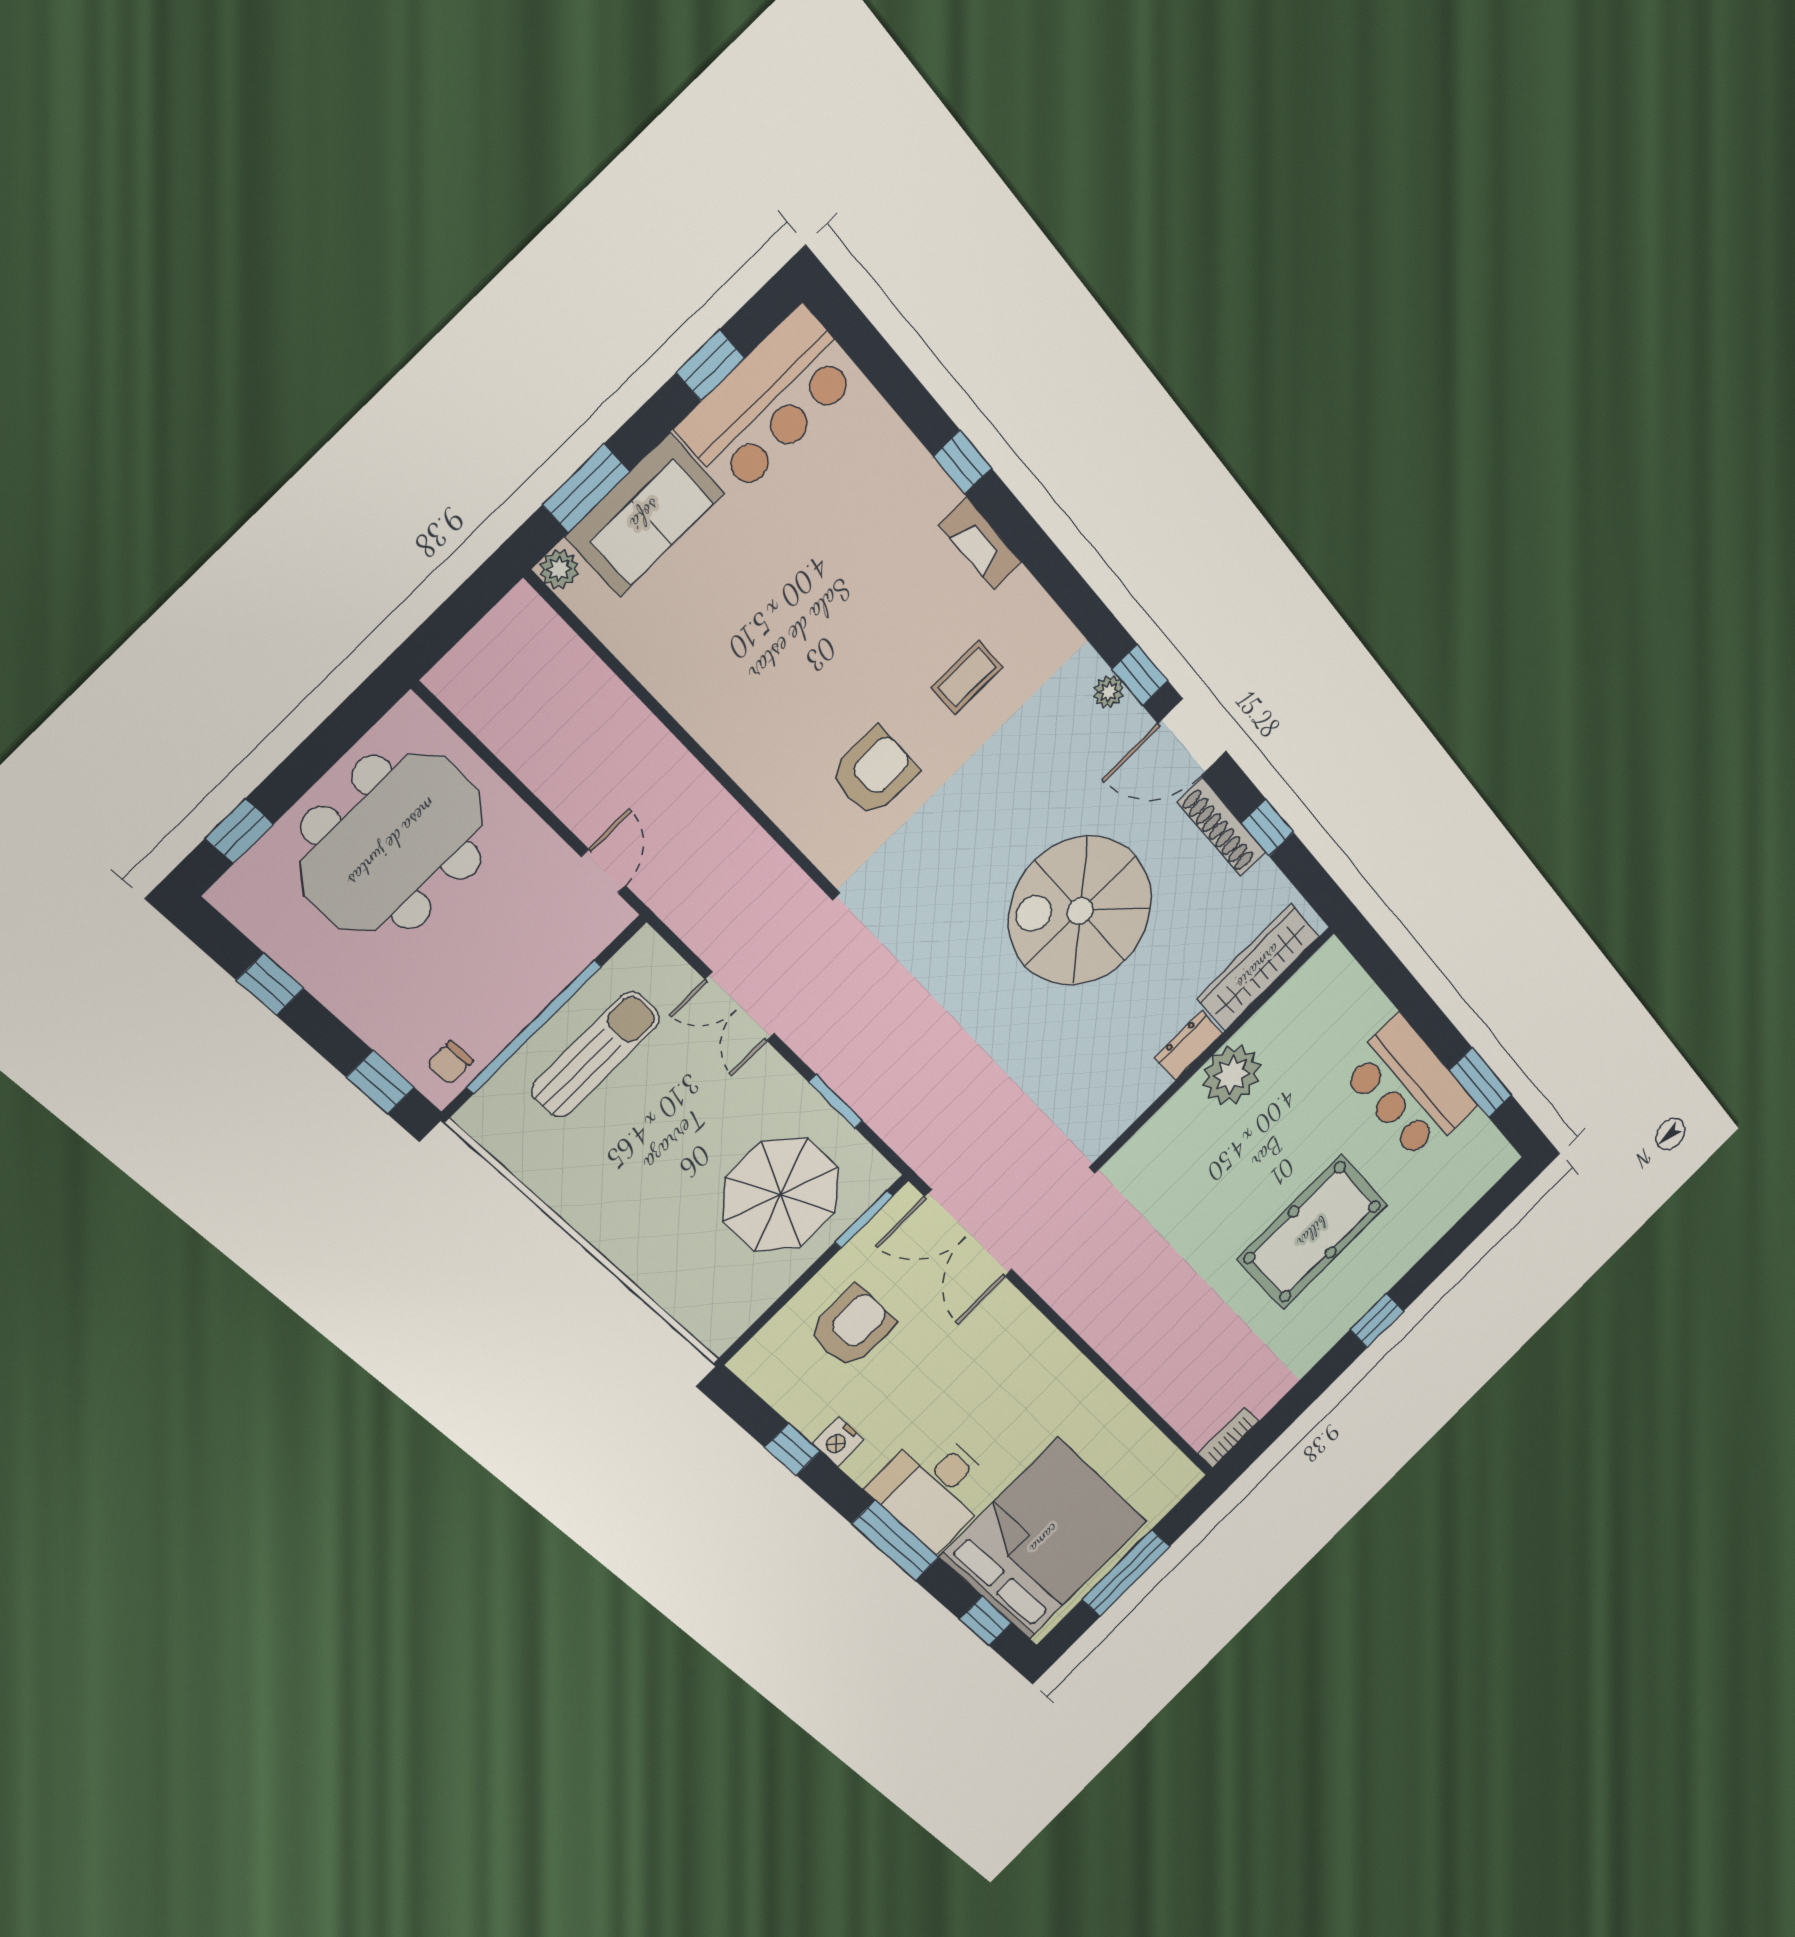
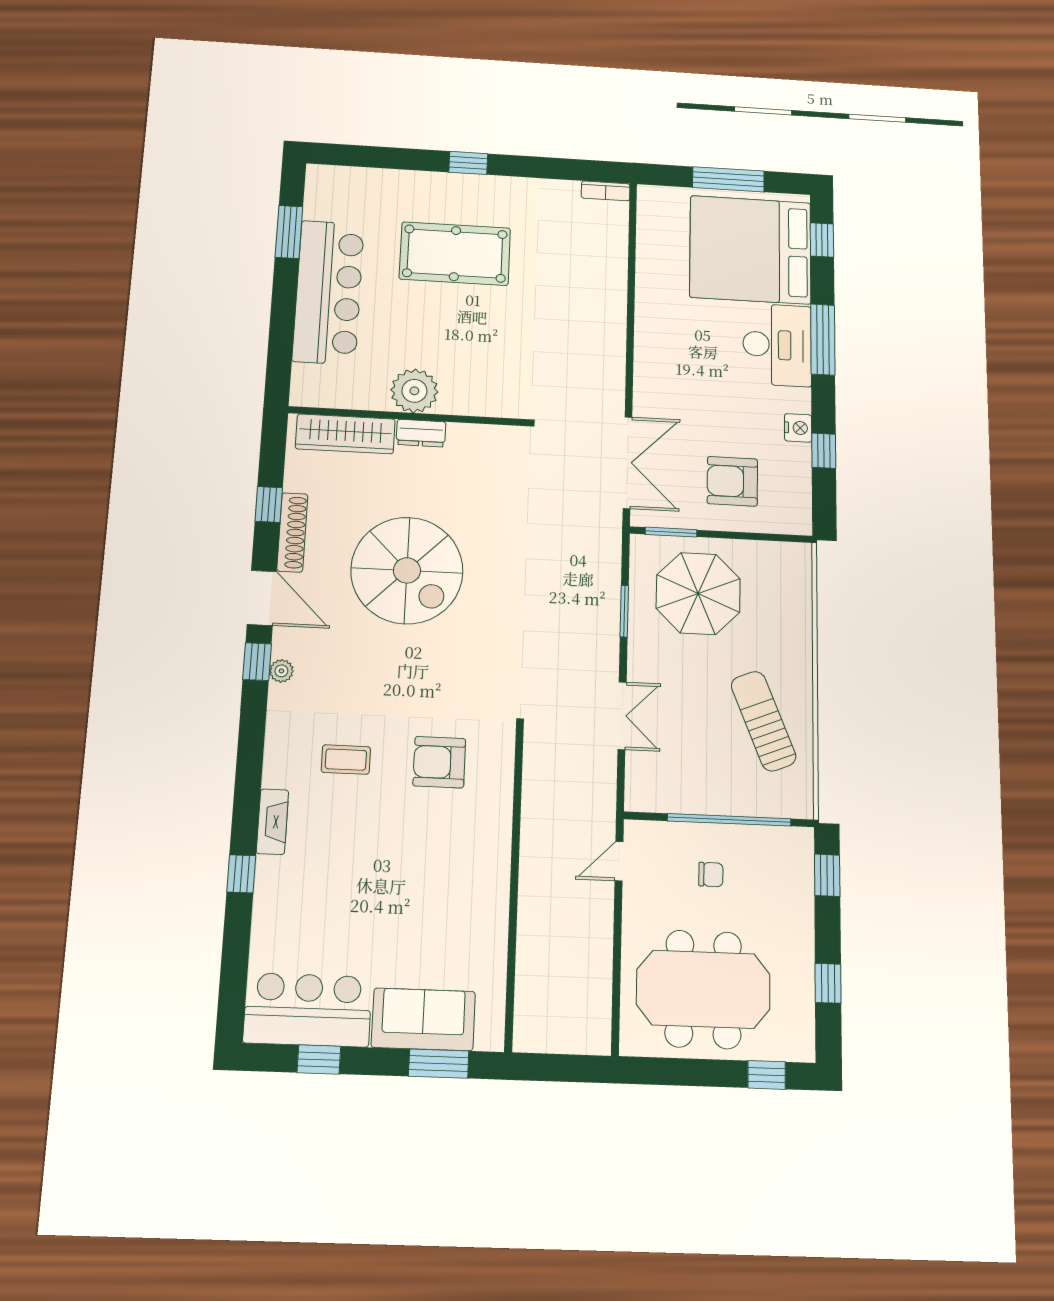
plant: (559, 569) -> (491, 1038), removed
sun lounger: (596, 1054) -> (763, 721), moved, turned 68
chair: (450, 1063) -> (711, 875), moved
bar counter: (1409, 1089) -> (328, 292), width x1.36

